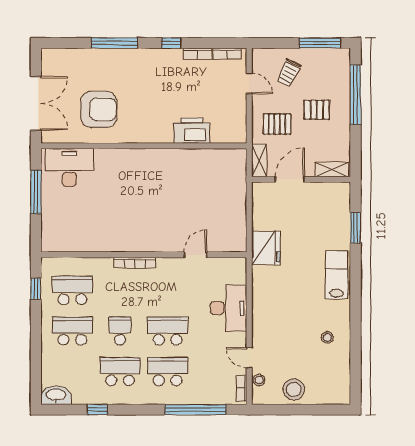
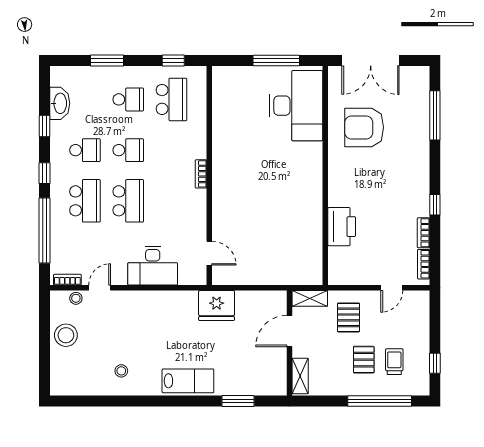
window: (114, 43) -> (435, 115), moved
window: (320, 43) -> (435, 363), width x0.46
trolley: (289, 73) -> (394, 362), moved, turned 64
armchair: (99, 109) -> (364, 127), turned 90
desk: (69, 168) -> (296, 106), width x1.36, depth x1.30
door: (290, 179) -> (290, 331), swing flipped
door: (195, 255) -> (209, 253), moved
bookcase: (135, 263) -> (201, 174), width x0.64
school desk: (72, 331) -> (128, 99), width x0.54
window: (36, 351) -> (107, 60), added
school desk: (120, 372) -> (85, 150), width x0.54
washbasin: (56, 395) -> (60, 103), moved
window: (142, 410) -> (44, 173), added

